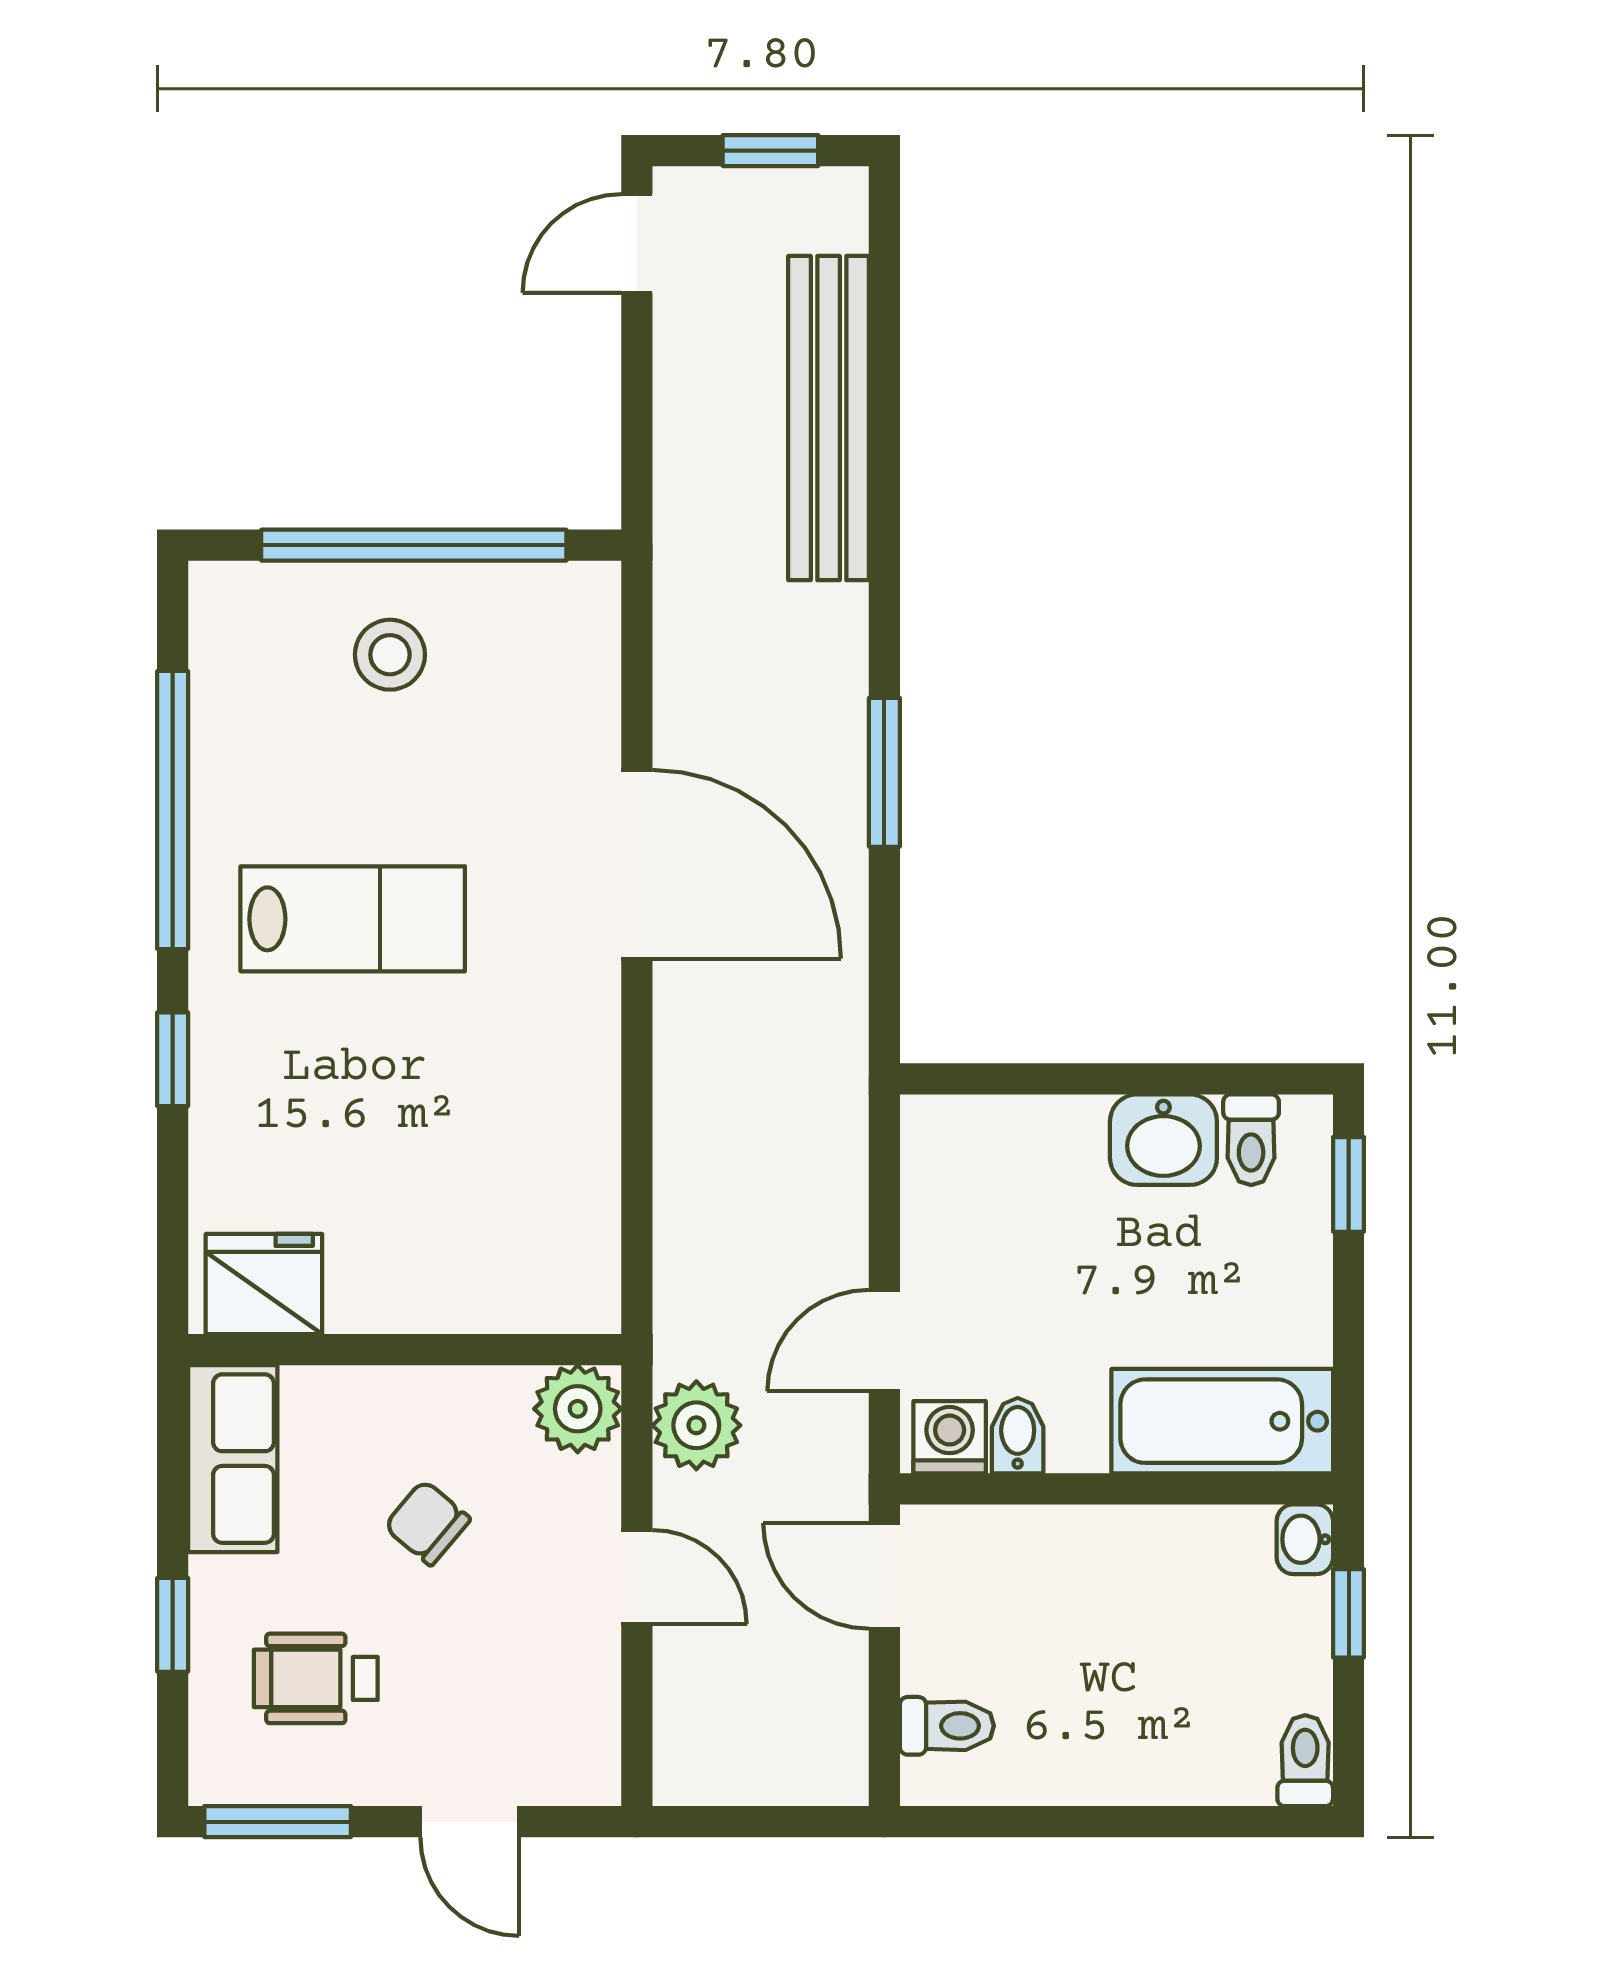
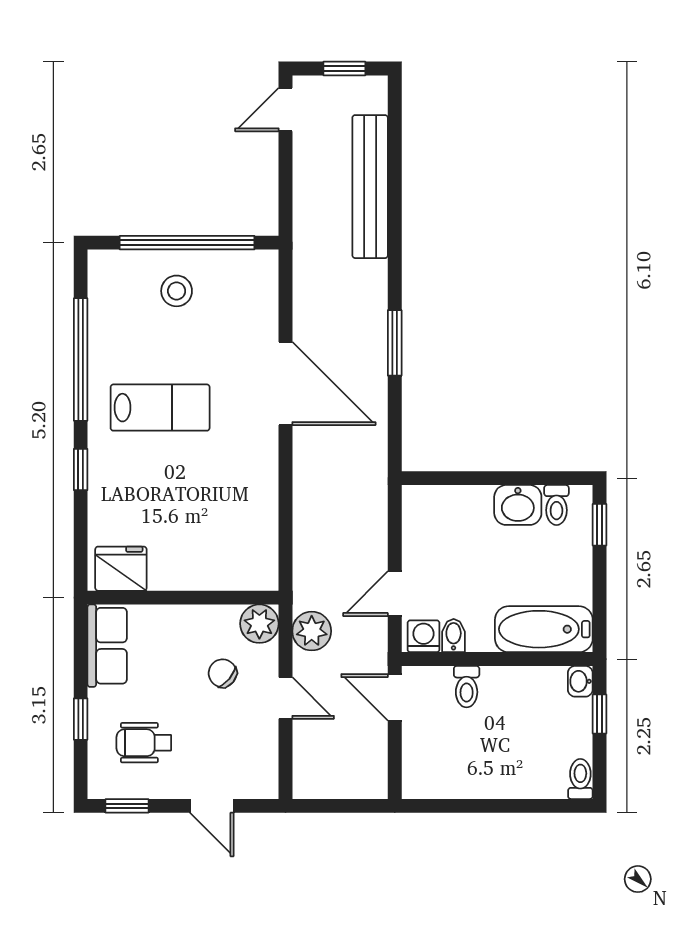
chair: (427, 1523) -> (223, 673), moved
toilet: (947, 1726) -> (467, 687), moved, turned 90
window: (278, 1822) -> (127, 806), width x0.67

